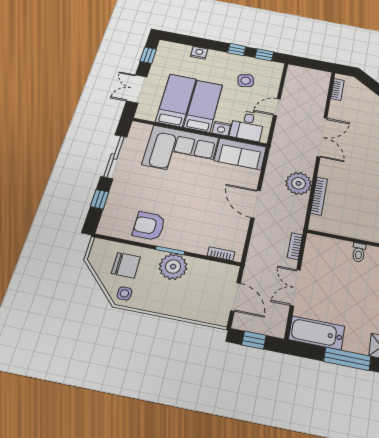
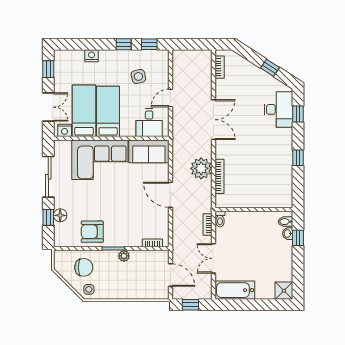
double door: (137, 89) -> (48, 107), swing flipped
nightstand: (221, 129) -> (65, 130), moved
floor lamp: (115, 200) -> (60, 215), added
toilet: (359, 252) -> (220, 219), moved
plant: (173, 267) -> (124, 256), width x0.53, depth x0.53
window: (347, 359) -> (260, 305), removed

